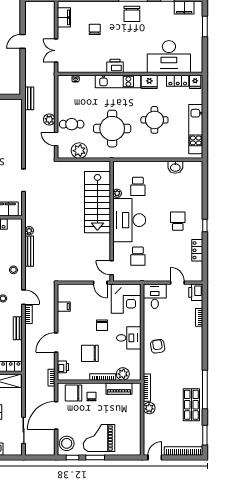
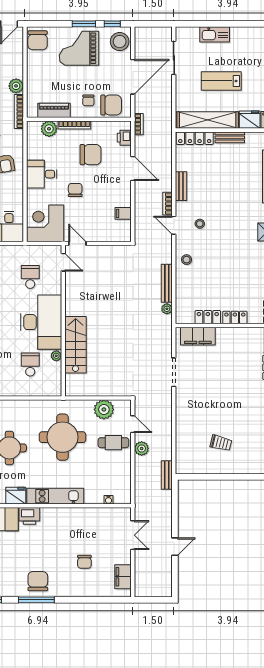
printer: (115, 66) -> (29, 516), moved
stairs: (97, 202) -> (76, 345), width x0.73, depth x0.66
door: (56, 342) -> (133, 168), hinge flipped
grand piano: (99, 438) -> (79, 48), turned 180
chair: (132, 444) -> (38, 40), added

